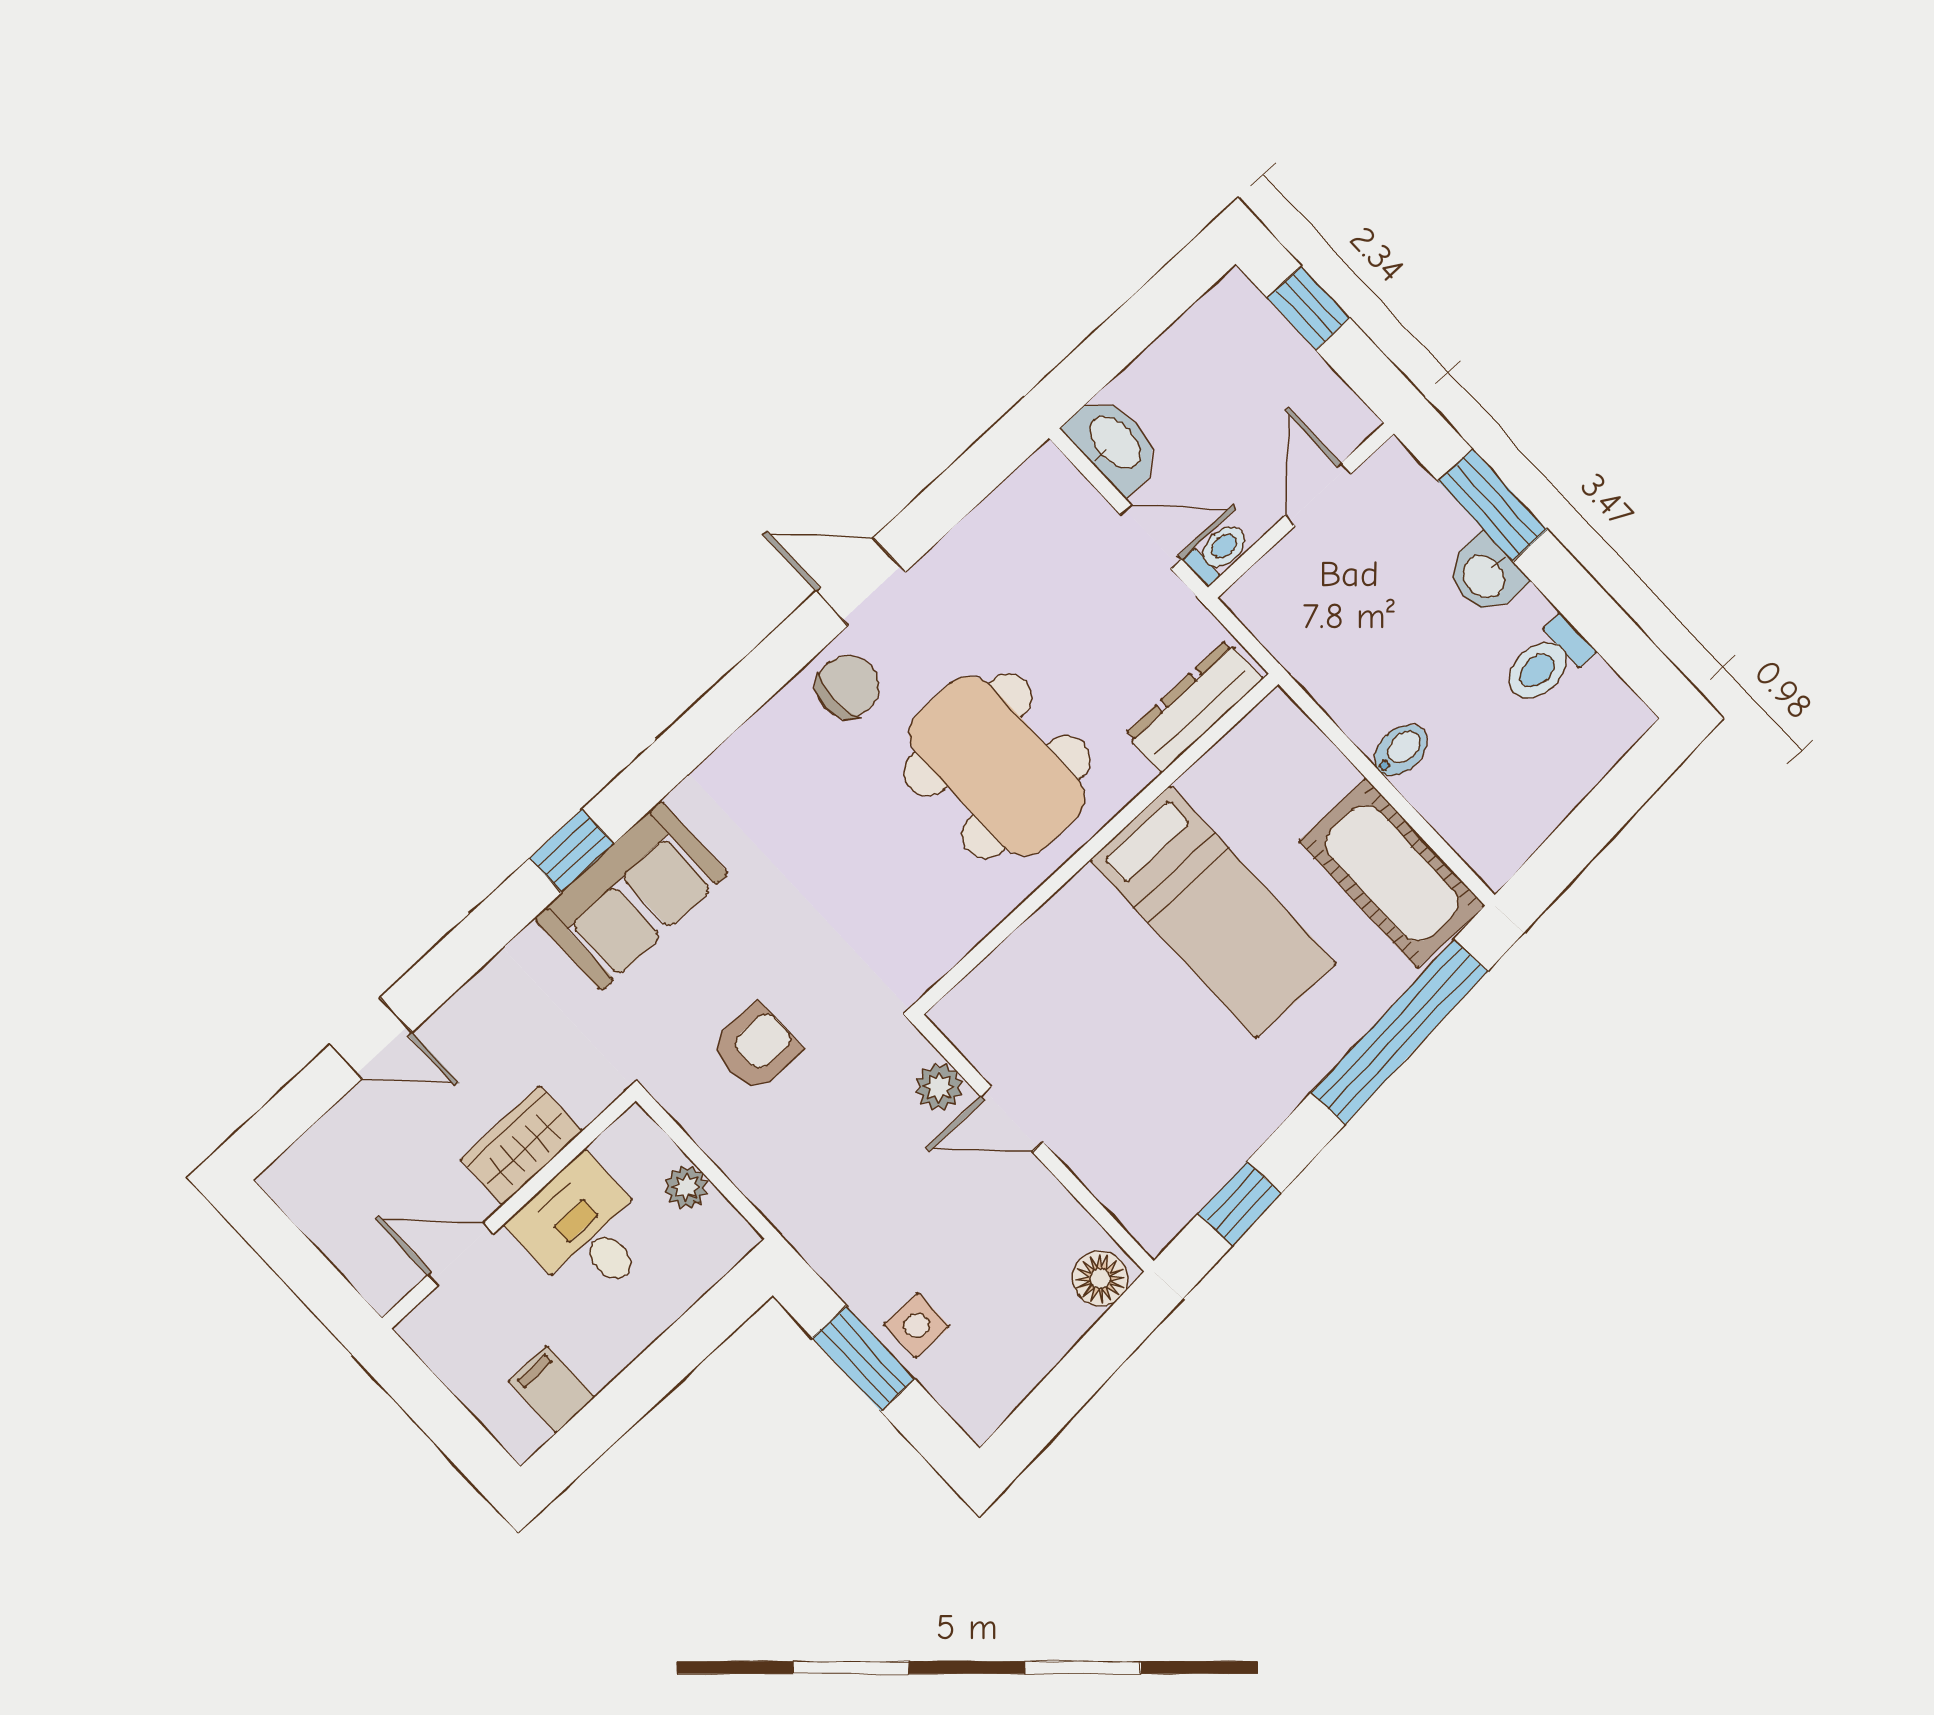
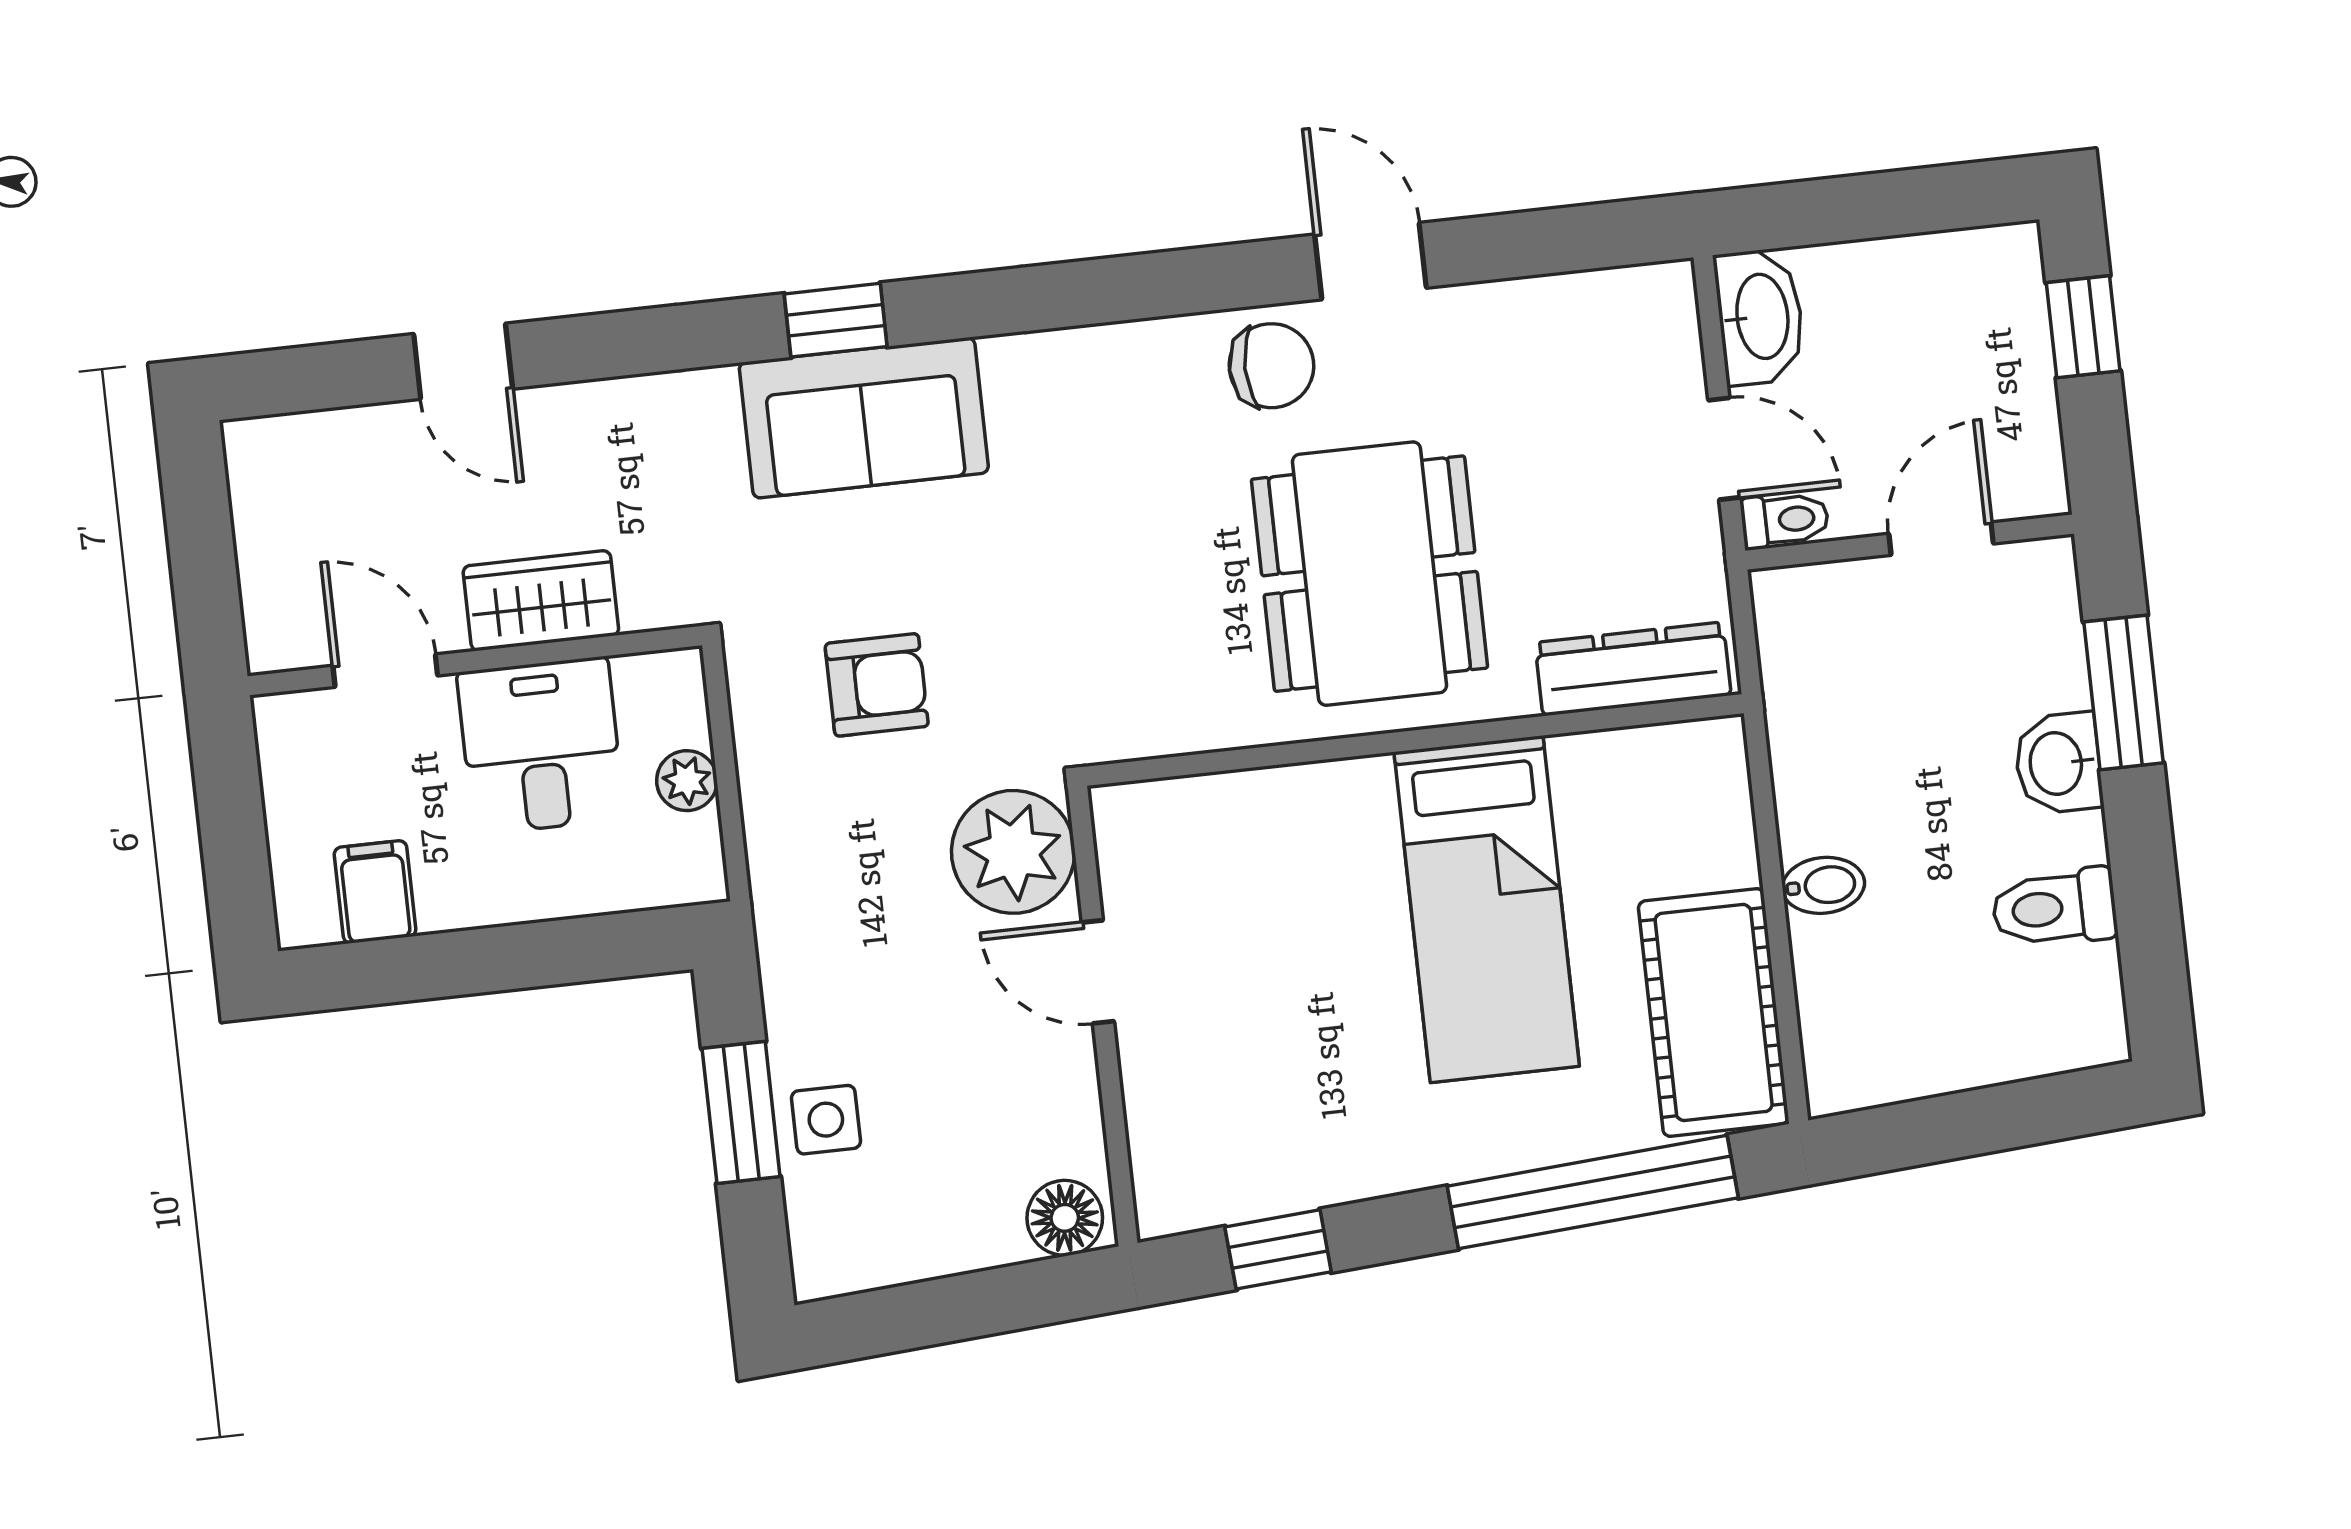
plant: (939, 1087) -> (1013, 852), width x1.88, depth x1.88

